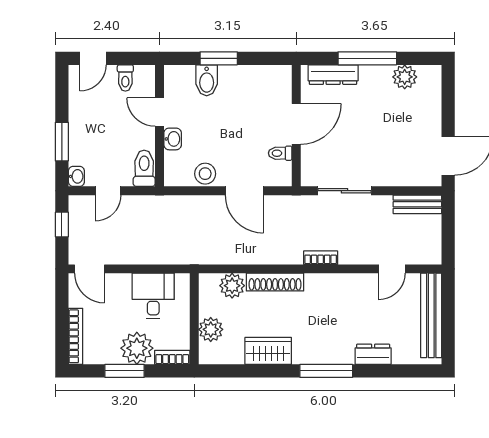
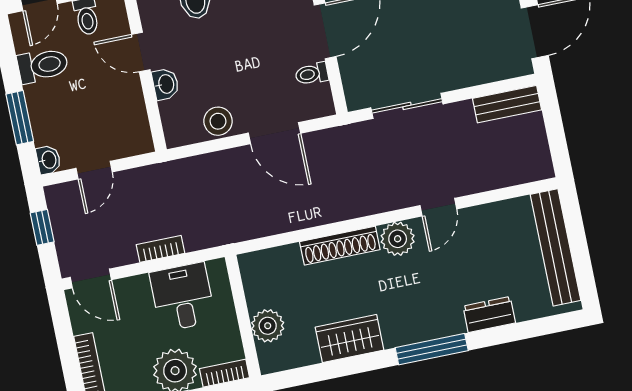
toilet: (144, 168) -> (43, 65), moved, turned 90
bookcase: (321, 258) -> (160, 249), moved
door: (392, 269) -> (438, 207), moved
plant: (232, 286) -> (398, 239), moved

